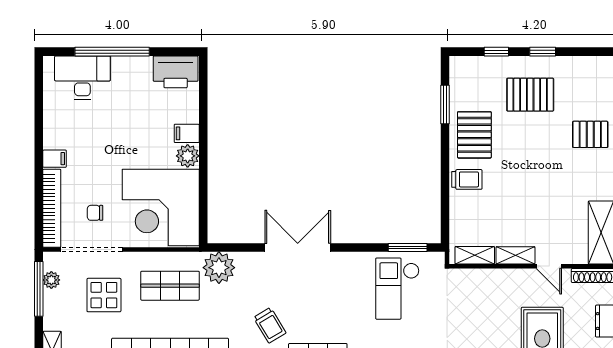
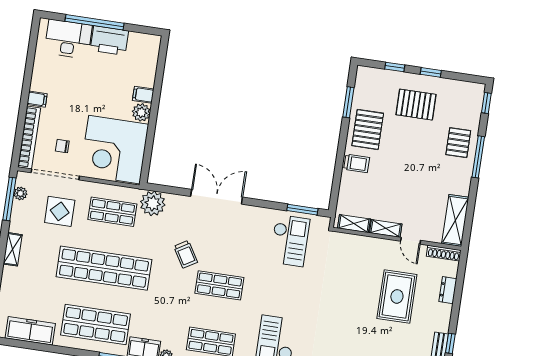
printer: (176, 72) -> (109, 41), moved
pallet: (590, 134) -> (458, 143), turned 90
checkout: (397, 289) -> (290, 241), turned 180

